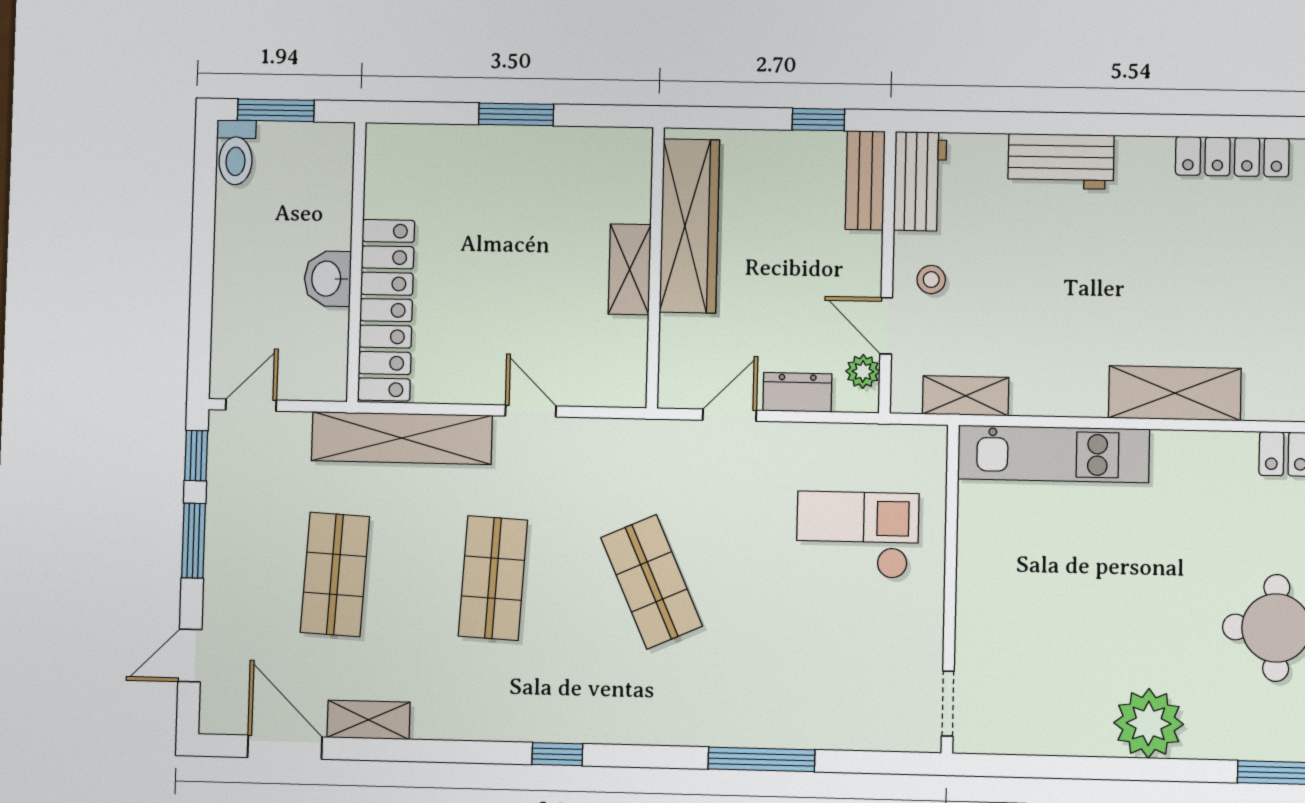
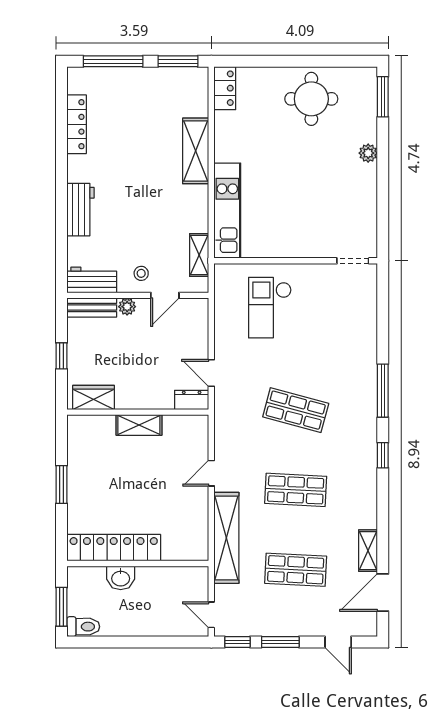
window: (818, 120) -> (62, 356), moved
wardrobe: (689, 226) -> (94, 397), width x0.48, depth x0.85
washbasin: (328, 279) -> (121, 578), moved
locker: (386, 310) -> (114, 548), moved
plant: (863, 371) -> (127, 307), moved
dresser: (797, 392) -> (192, 400), moved, turned 90
shop shelf: (652, 582) -> (296, 410), turned 39
plant: (1149, 723) -> (368, 153), width x0.53, depth x0.53
window: (761, 759) -> (383, 391), moved

